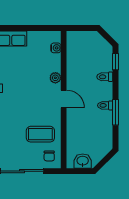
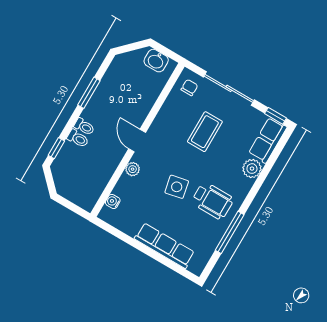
side table: (18, 83) -> (177, 187), added
toilet: (105, 105) -> (84, 127), moved
coffee table: (40, 134) -> (205, 132), moved, turned 90

